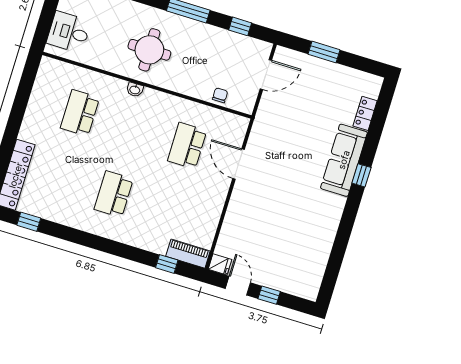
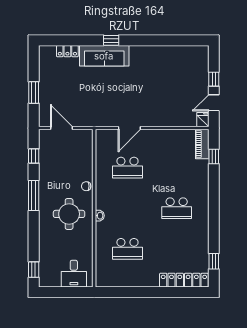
chair: (220, 95) -> (86, 186), moved

